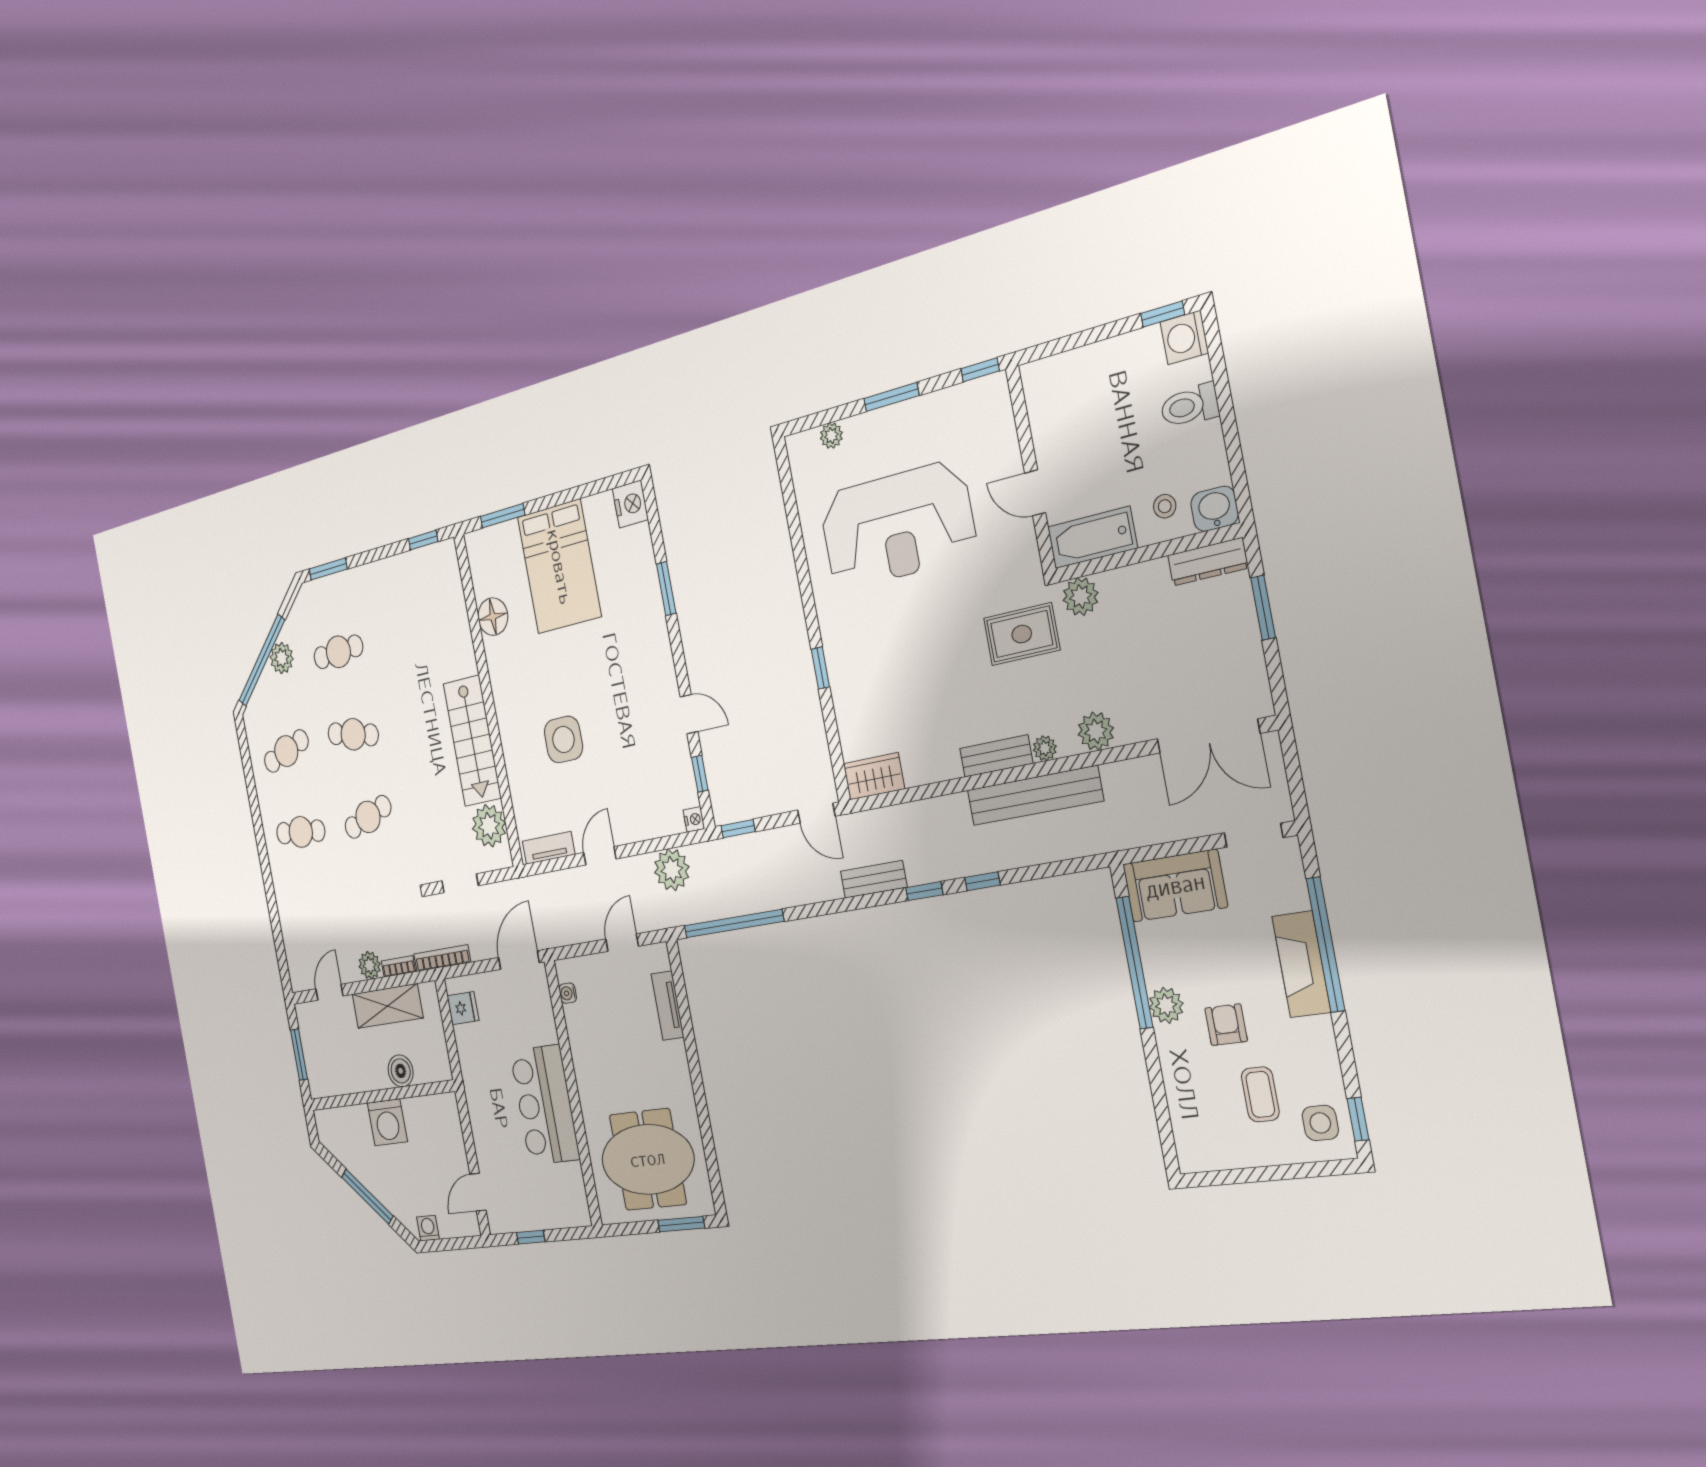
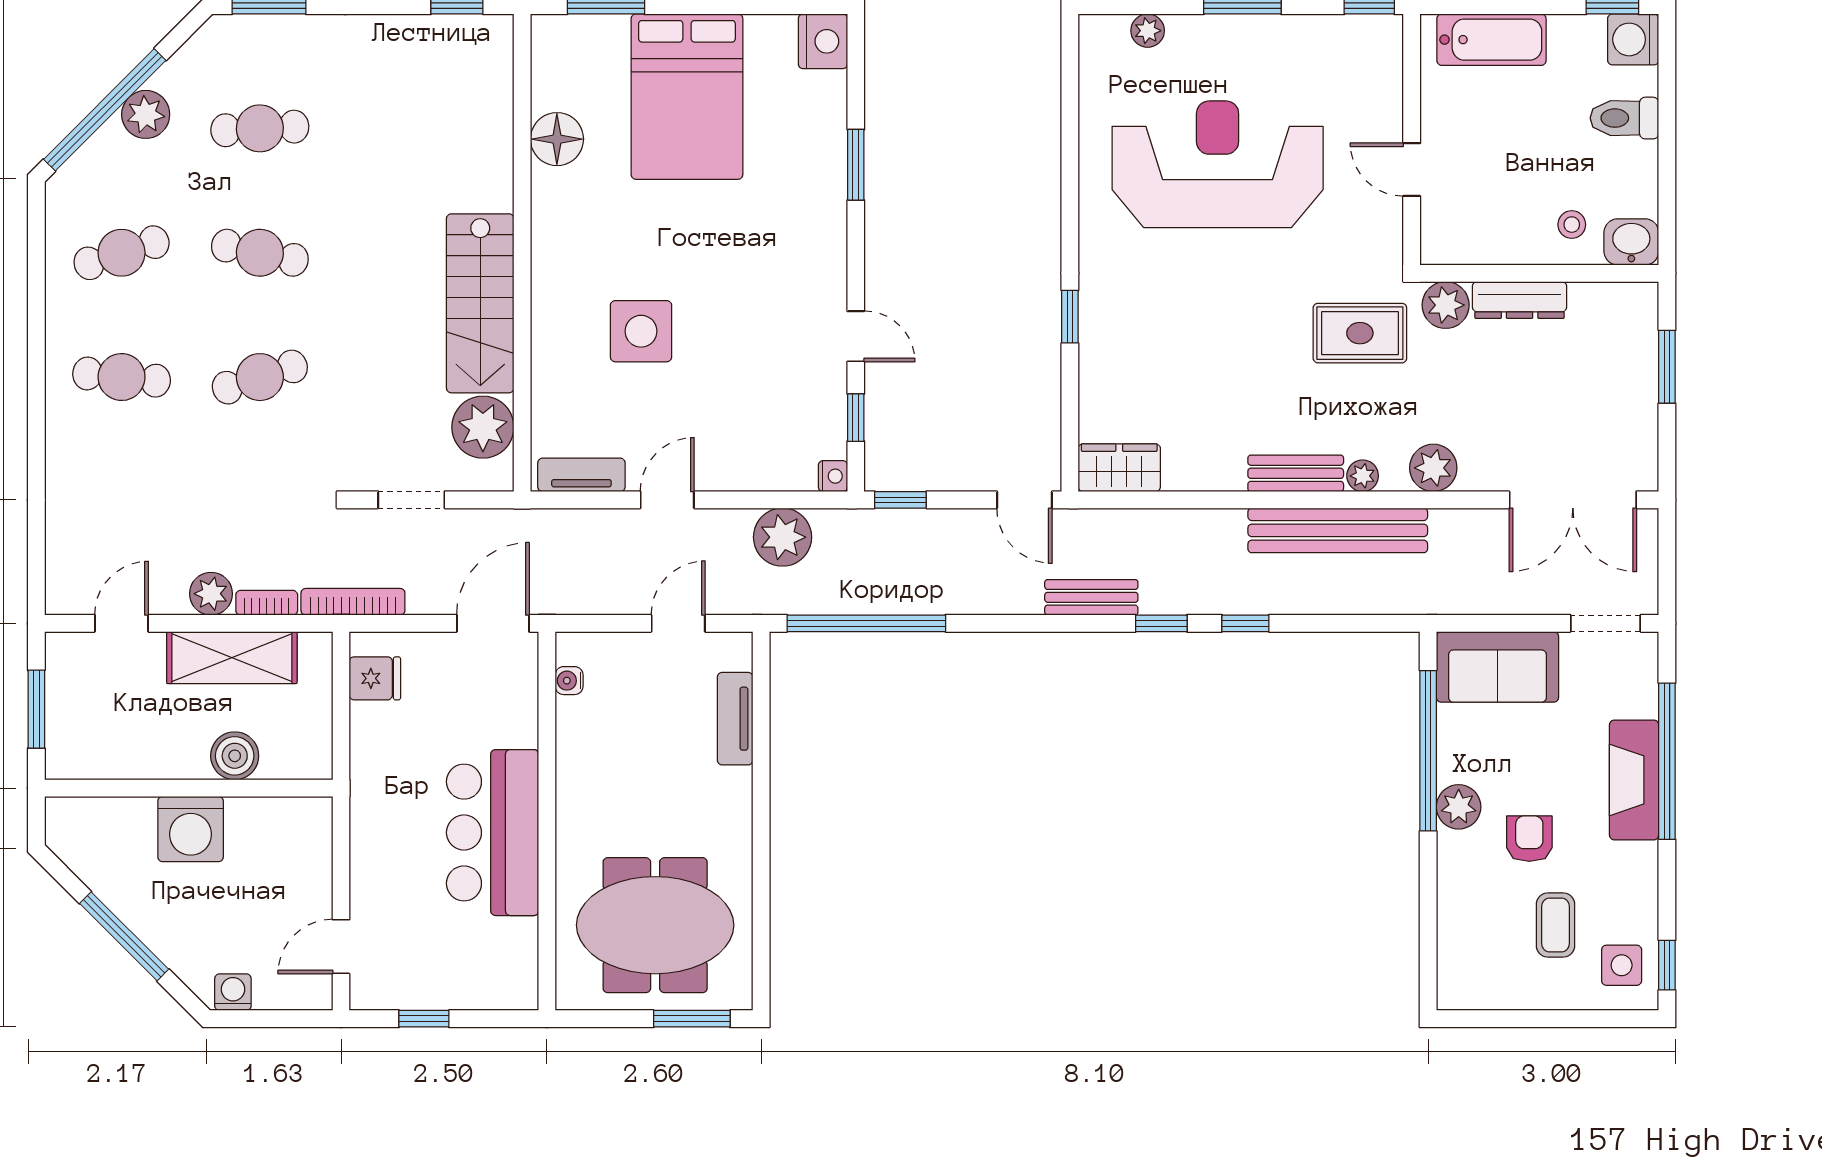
reception desk: (897, 526) -> (1218, 164), turned 180
bathtub: (1092, 538) -> (1491, 40), moved, turned 180
dresser: (1208, 562) -> (1520, 300), moved

